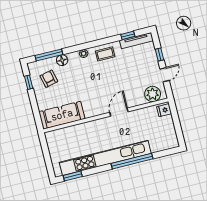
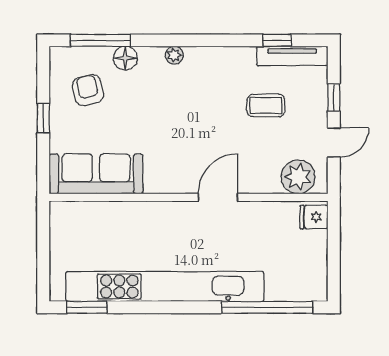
coffee table: (105, 54) -> (266, 105), moved
window: (29, 82) -> (43, 118), moved
window: (132, 161) -> (267, 307), moved

